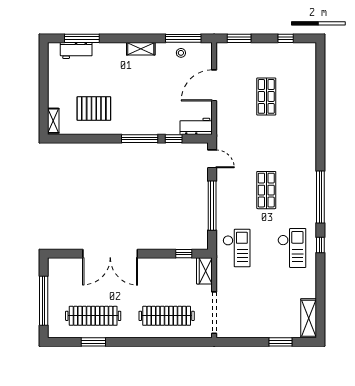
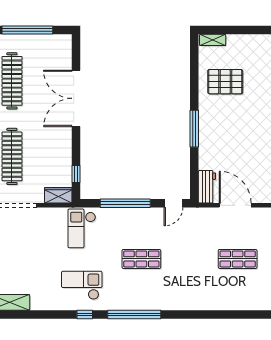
door: (214, 85) -> (235, 205), moved
pallet: (94, 109) -> (225, 82), turned 90
window: (174, 139) -> (194, 164), removed
checkout: (237, 248) -> (82, 228), turned 90
checkout: (292, 248) -> (82, 285), turned 180

